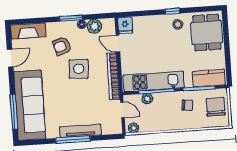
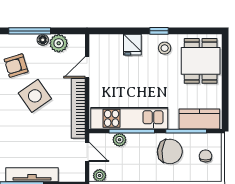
window: (71, 18) -> (30, 31), width x1.44
fridge: (125, 25) -> (132, 45), moved
door: (118, 44) -> (87, 67), hinge flipped
side table: (79, 69) -> (35, 96), turned -38
chair: (187, 105) -> (170, 151), width x1.87, depth x1.87
chair: (216, 107) -> (206, 156), width x0.54, depth x0.54

